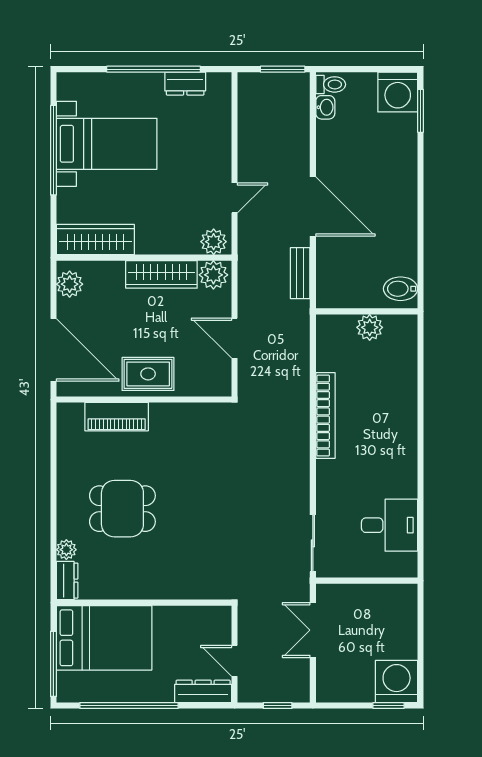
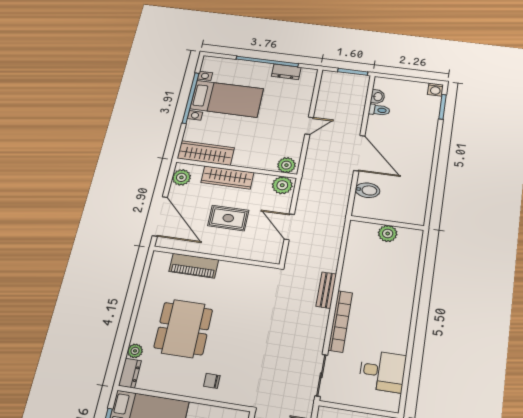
toilet: (331, 84) -> (379, 110), moved
washing machine: (398, 92) -> (435, 90), width x0.53, depth x0.53
door: (235, 198) -> (309, 126), moved
bench: (300, 273) -> (326, 290), moved
wardrobe: (161, 274) -> (227, 177), moved
bidet: (401, 289) -> (367, 190), moved, turned 180
rug: (148, 374) -> (228, 218), moved
bookcase: (326, 416) -> (340, 321), moved
dining table: (122, 509) -> (183, 329), width x1.38
chair: (175, 574) -> (212, 381), added

